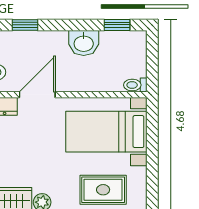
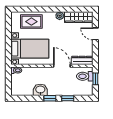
window: (117, 25) -> (50, 98), moved
door: (37, 95) -> (62, 66), swing flipped

